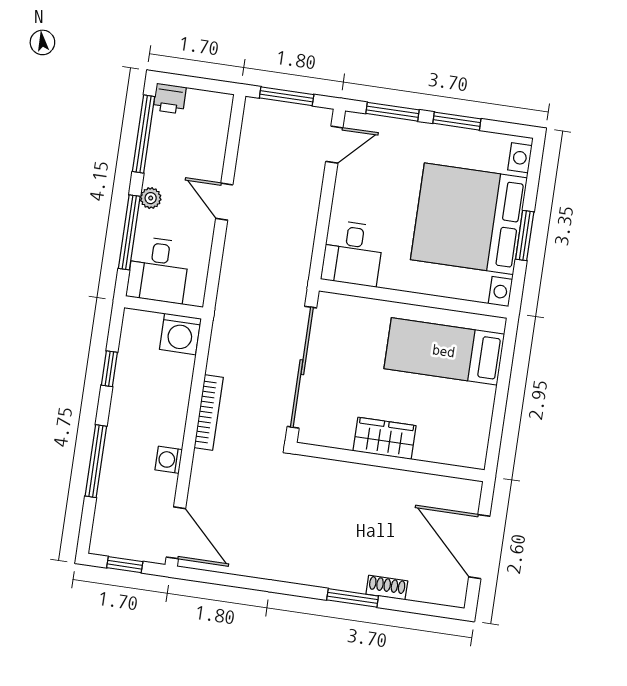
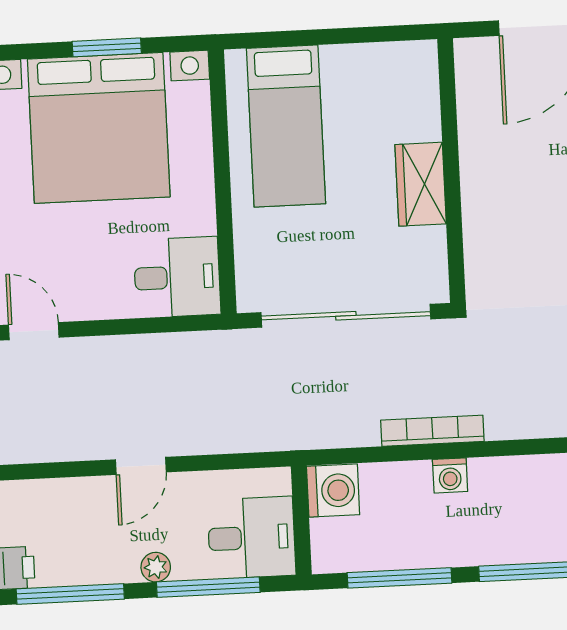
window: (109, 369) -> (399, 578), width x2.17
washing machine: (169, 460) -> (450, 475), moved

